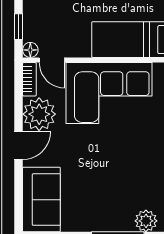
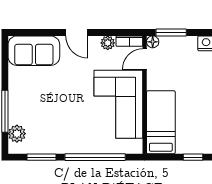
window: (19, 27) -> (171, 33), width x1.50
plant: (39, 114) -> (108, 43), width x0.53, depth x0.53

